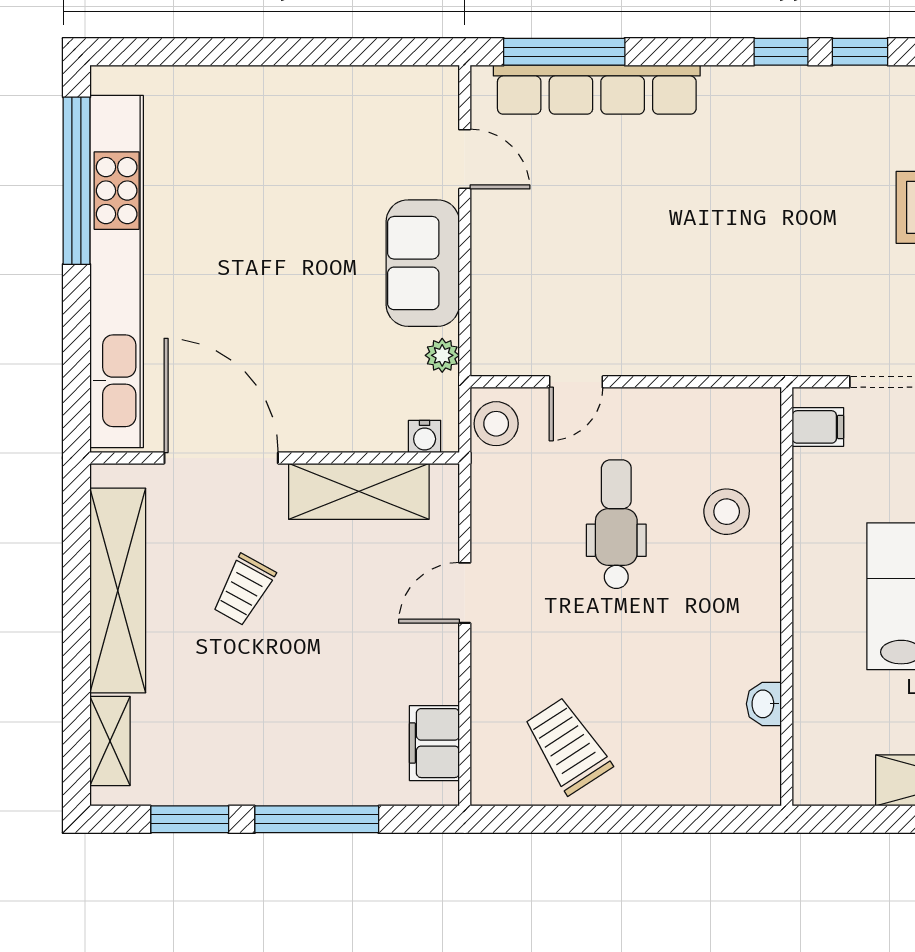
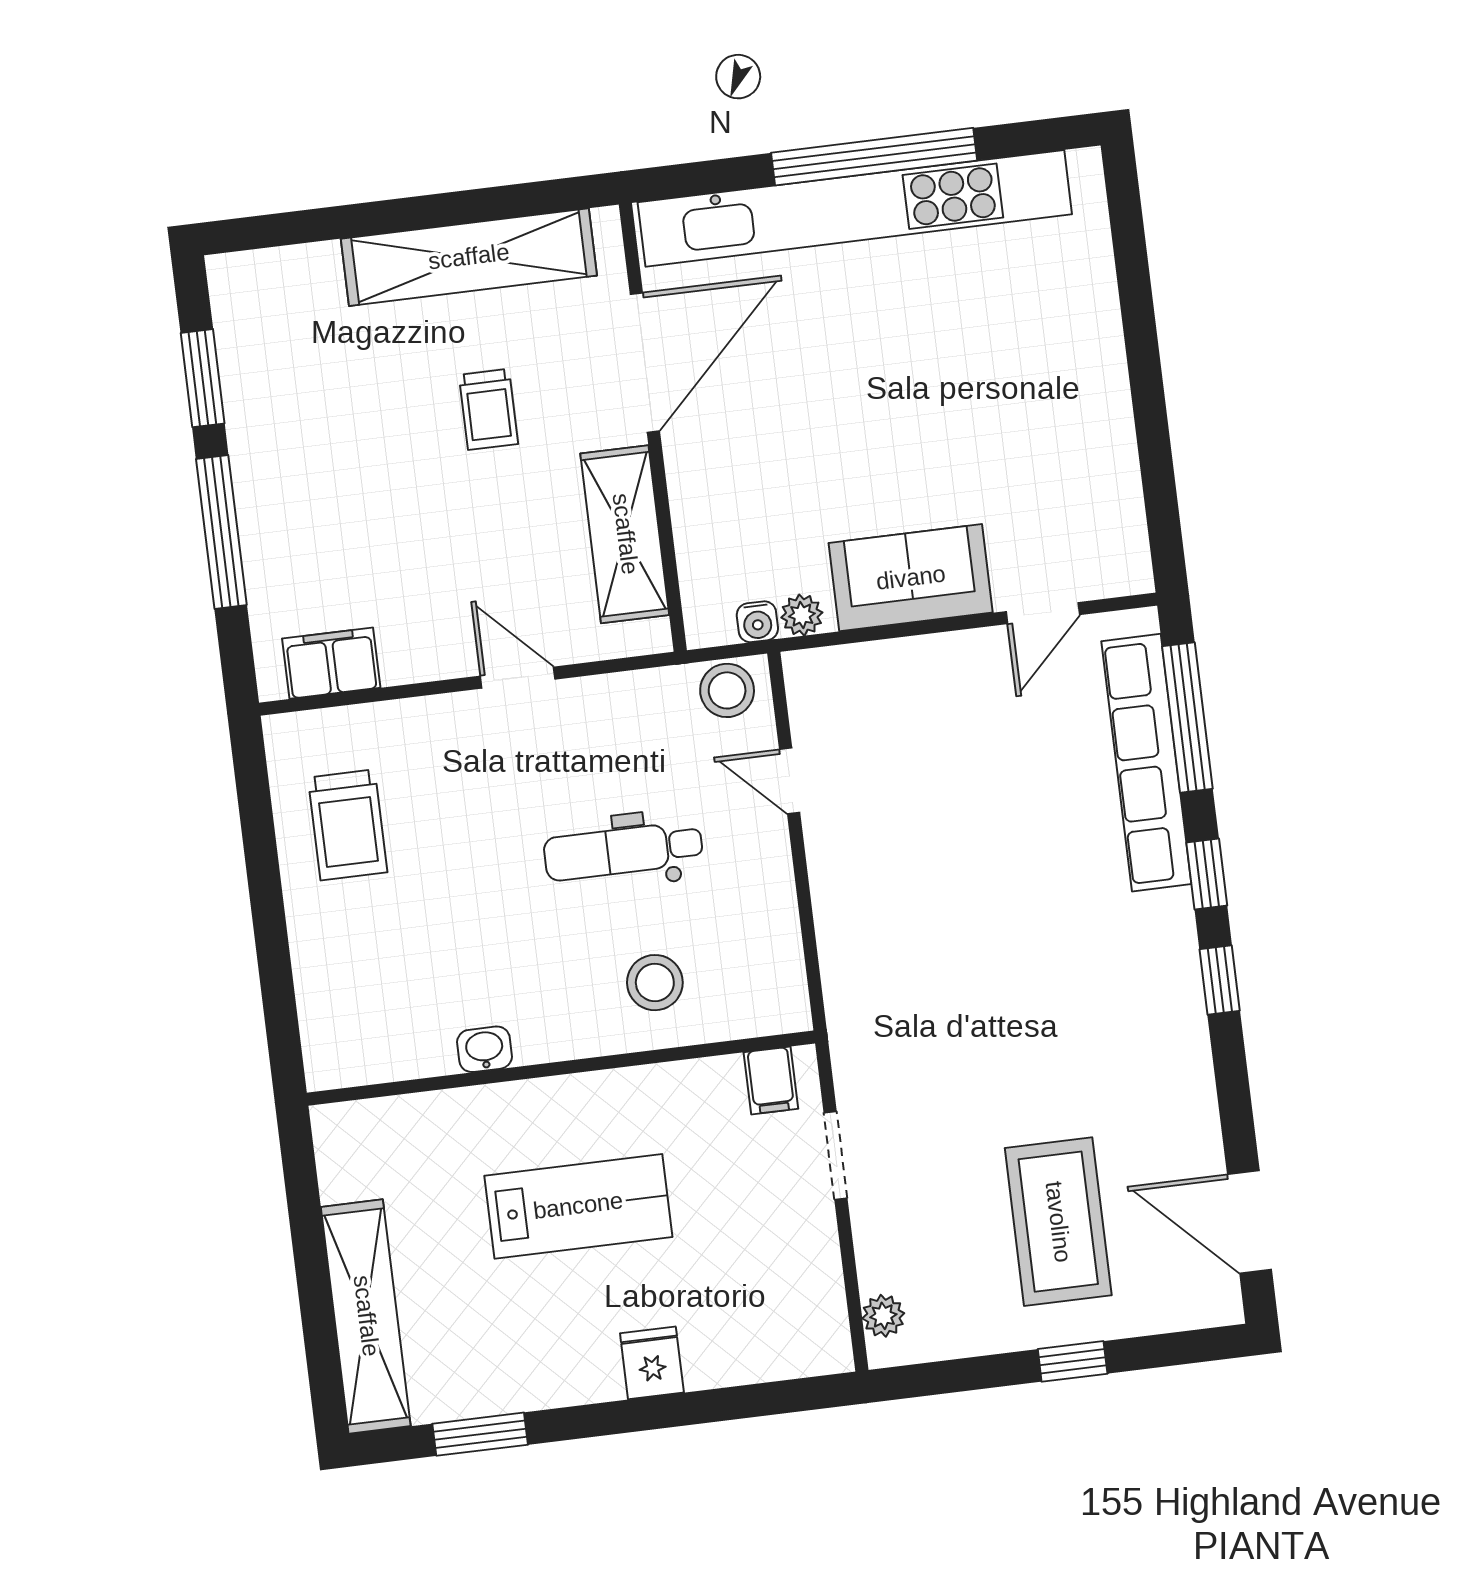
window: (860, 52) -> (1207, 874), moved
window: (76, 181) -> (874, 157), moved
water cooler: (425, 436) -> (757, 622), moved, turned -90
dental chair: (616, 524) -> (623, 851), turned 180
trolley: (244, 590) -> (488, 409), turned -119
washbasin: (764, 704) -> (485, 1049), moved
shelving: (110, 741) -> (286, 270), removed
trolley: (568, 746) -> (348, 825), turned 123

